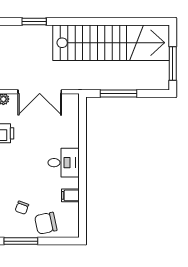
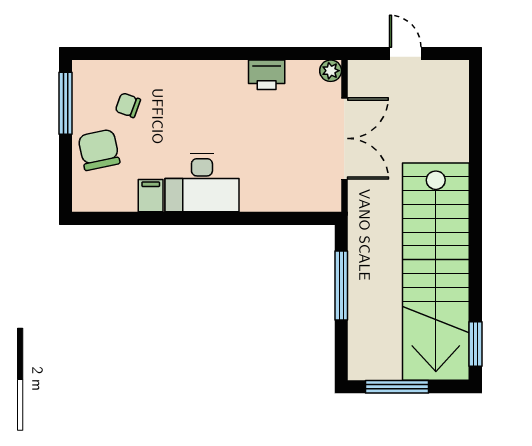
window: (34, 22) -> (475, 344), moved
double door: (40, 92) -> (344, 138), swing flipped
desk: (64, 163) -> (202, 183), width x1.37

